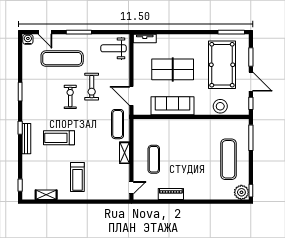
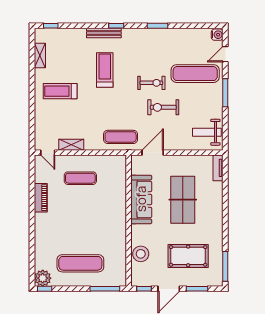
weight bench: (113, 48) -> (207, 132), turned -90
exercise mat: (62, 59) -> (195, 74), turned 90
pool table: (222, 65) -> (188, 256), width x0.73, depth x0.76
shelving: (124, 153) -> (71, 145), moved

